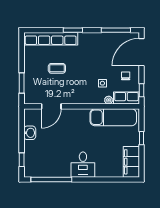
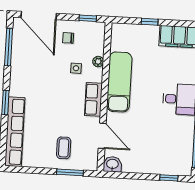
coffee table: (57, 68) -> (64, 148), moved
row of seats: (126, 98) -> (93, 99), moved
exam couch: (113, 117) -> (119, 82), moved
washbasin: (30, 133) -> (112, 164), moved

